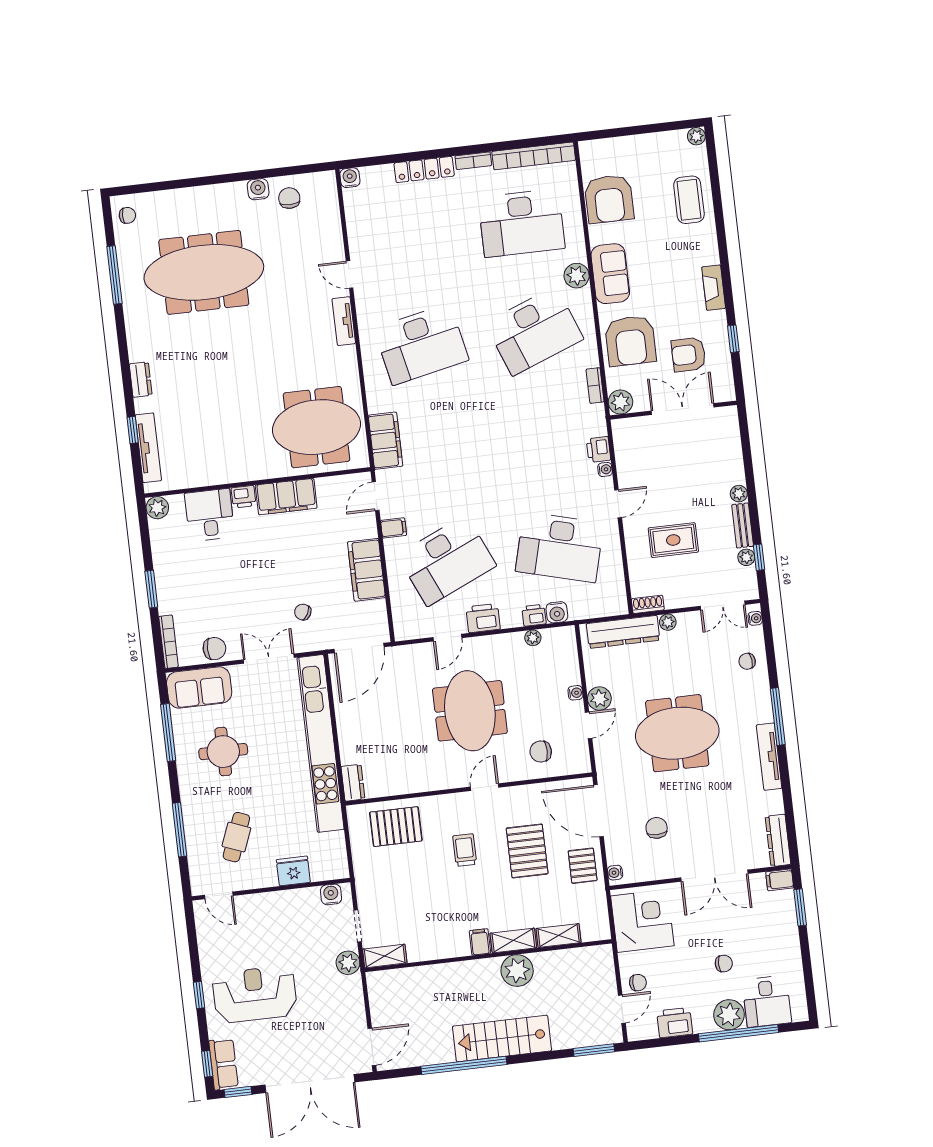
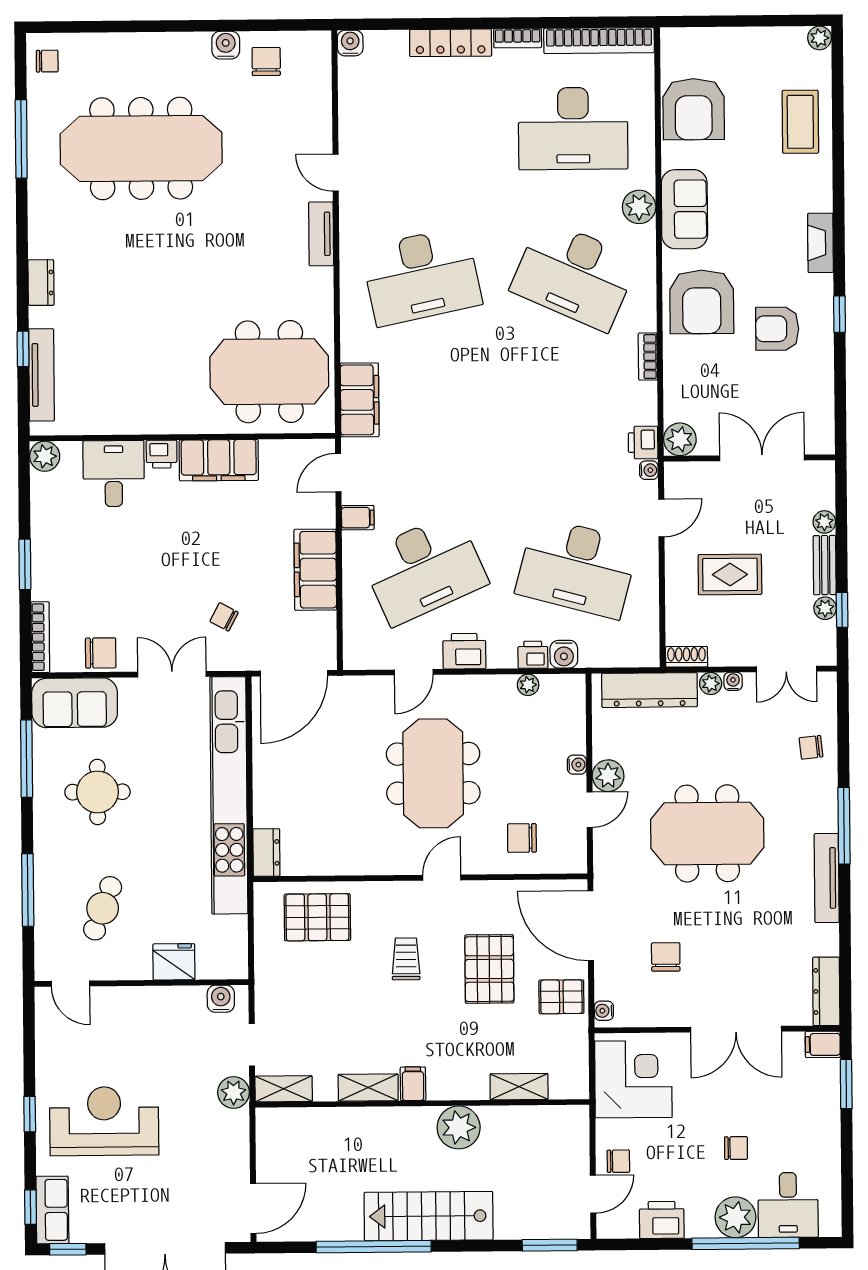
desk: (534, 331) -> (574, 275), turned 45
plant: (620, 402) -> (680, 439), moved
double door: (683, 409) -> (762, 458), moved
wall: (673, 410) -> (749, 458), moved
water cooler: (755, 618) -> (733, 681), moved, turned -90
pallet: (583, 866) -> (561, 997), turned 90
shelving: (513, 940) -> (368, 1088), moved

